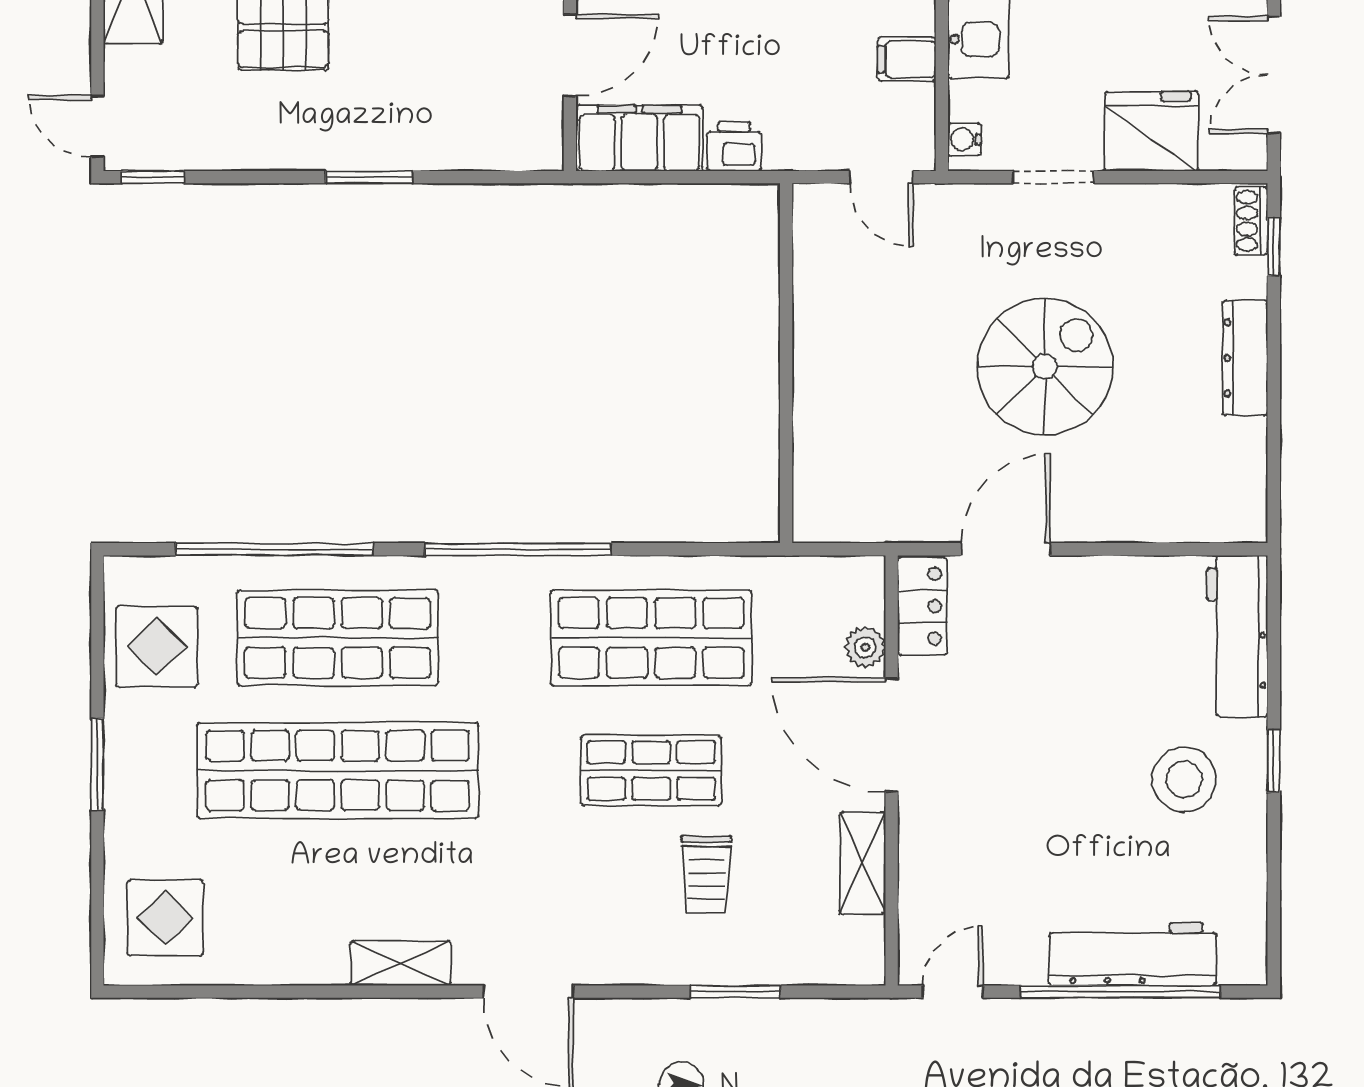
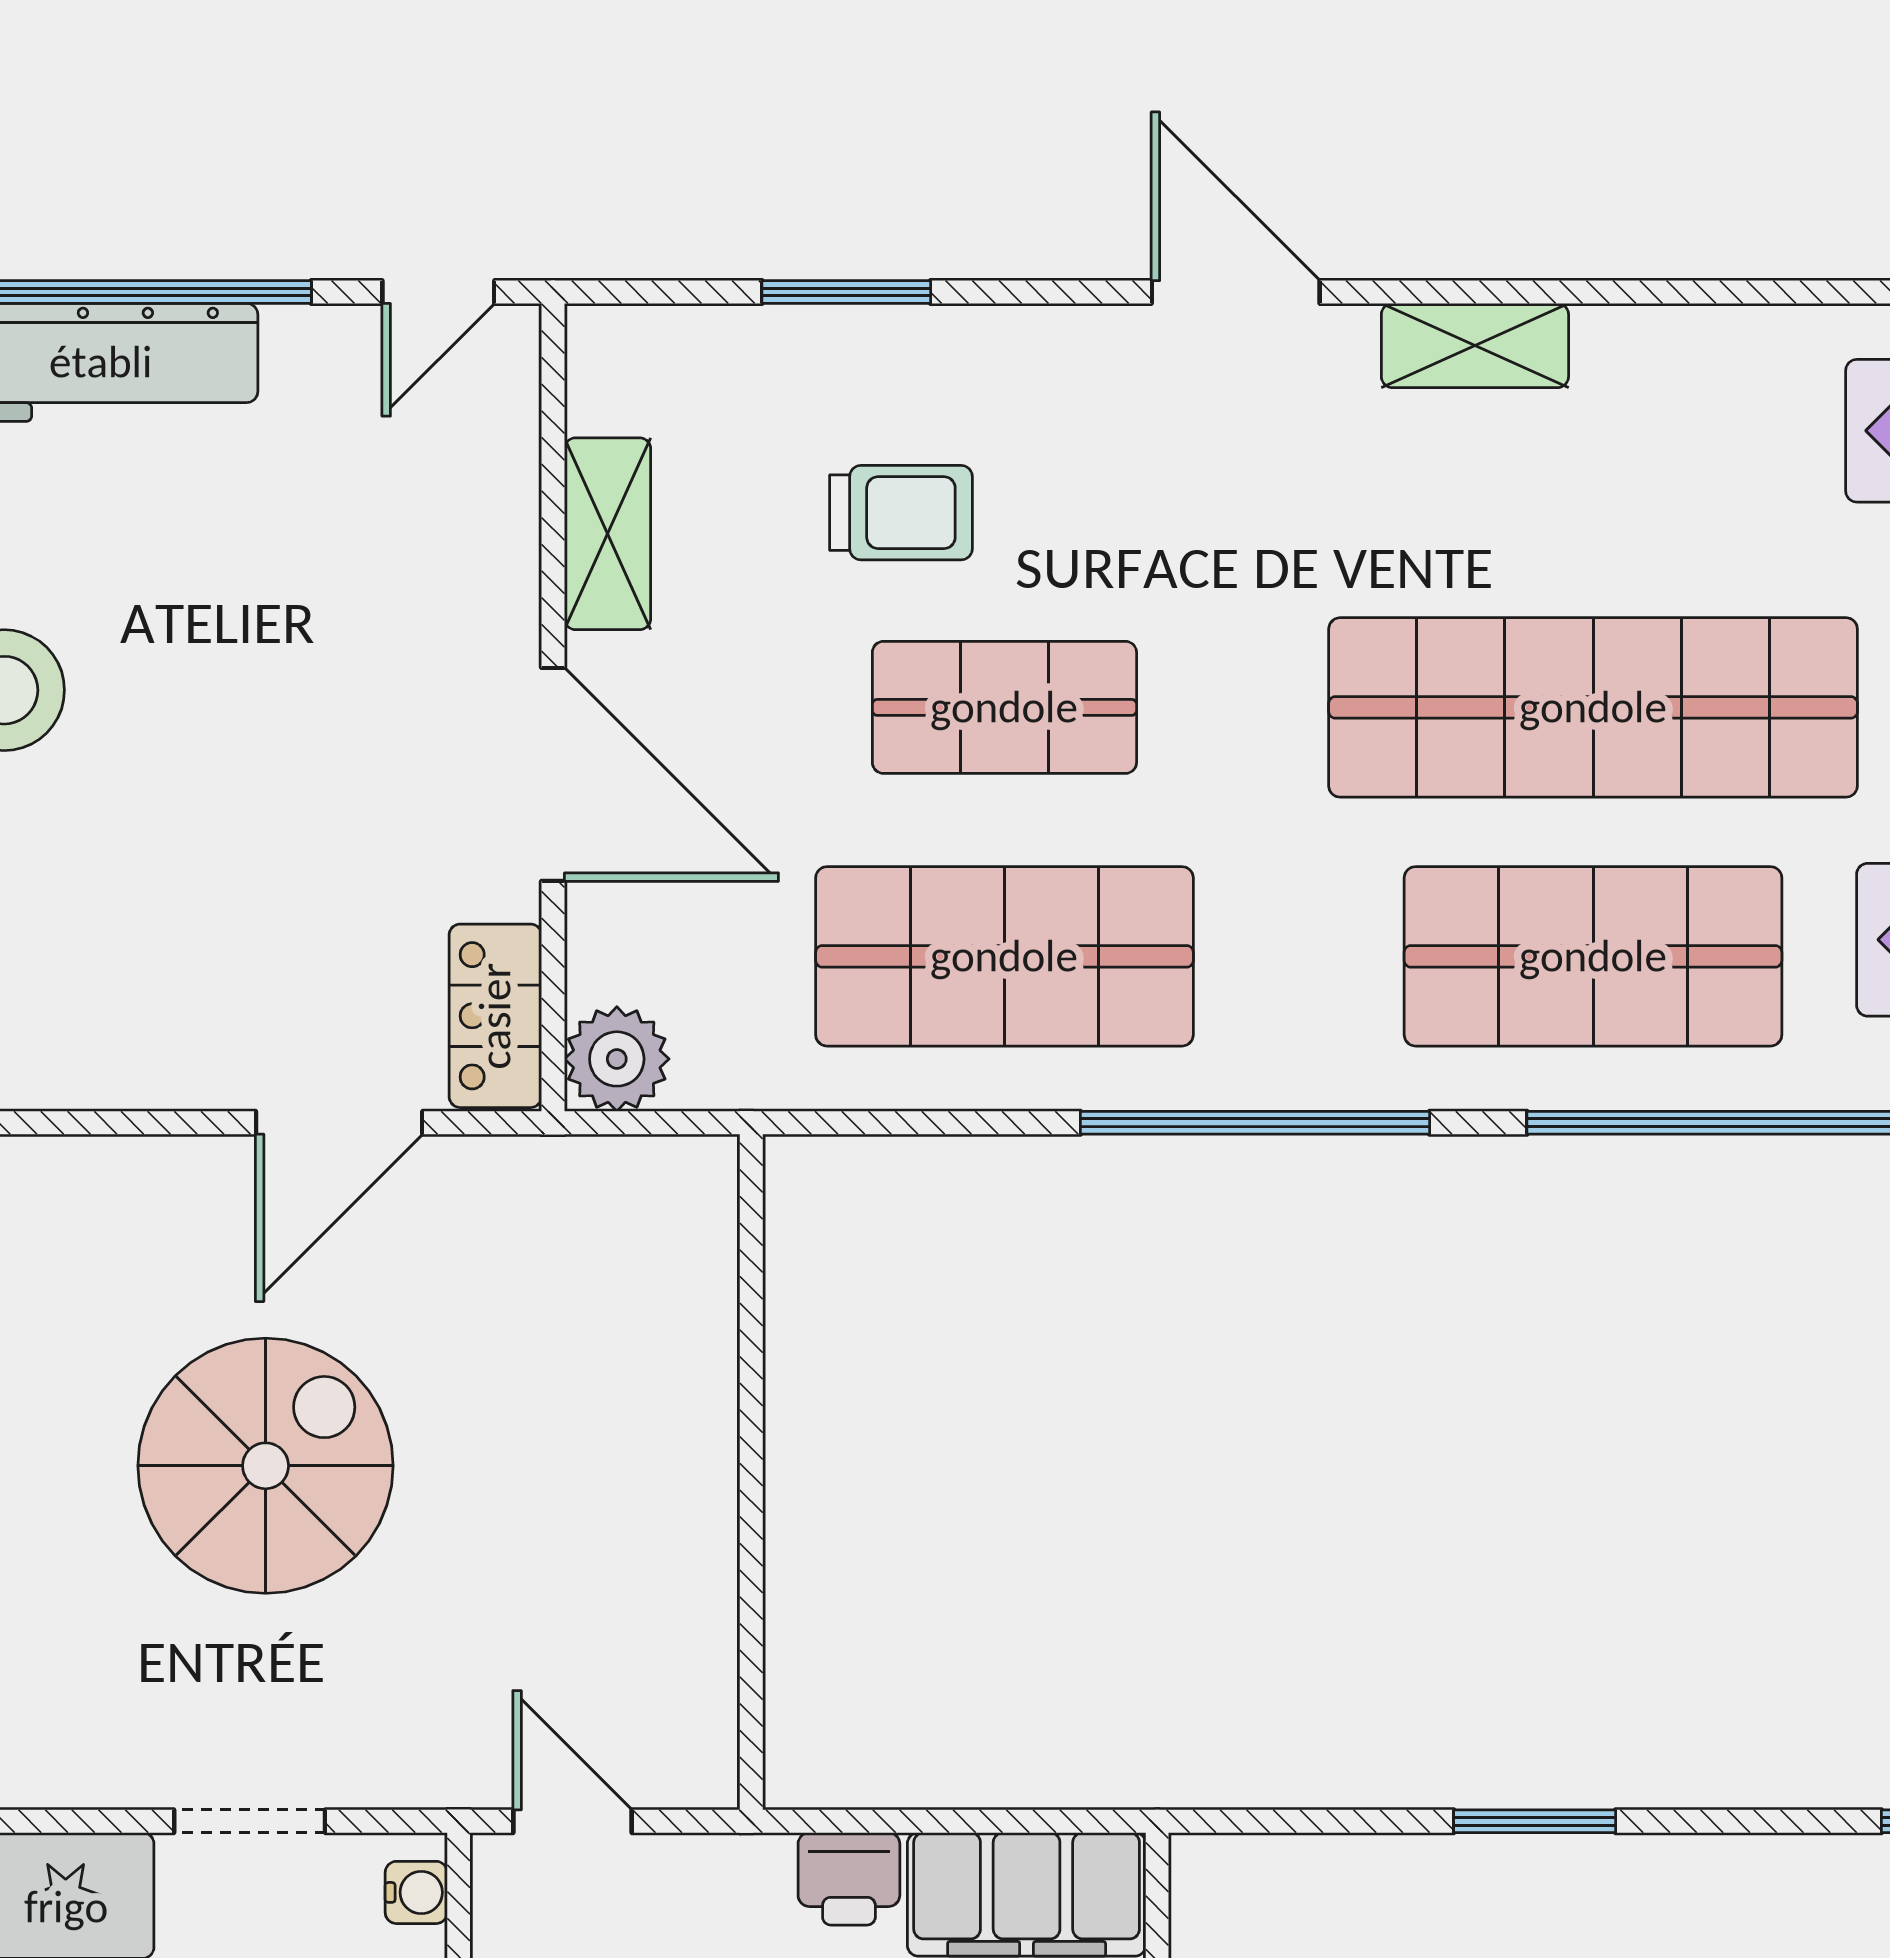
spiral stairs: (1045, 367) -> (266, 1466), turned 180
plant: (865, 647) -> (617, 1059), moved, width x1.38, depth x1.38
trolley: (706, 874) -> (901, 513), turned 90

